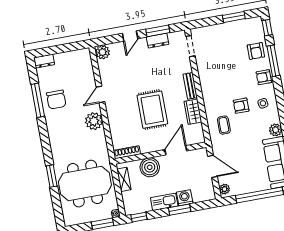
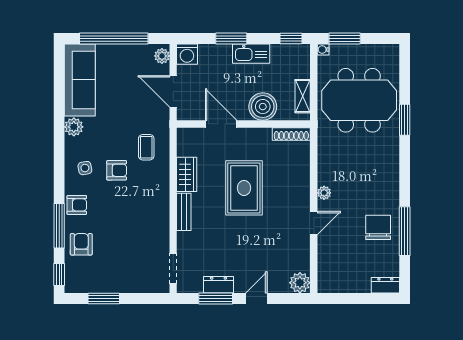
plant: (94, 121) -> (324, 193), width x0.53, depth x0.53
door: (176, 150) -> (221, 124), swing flipped
washing machine: (185, 198) -> (187, 54), moved

